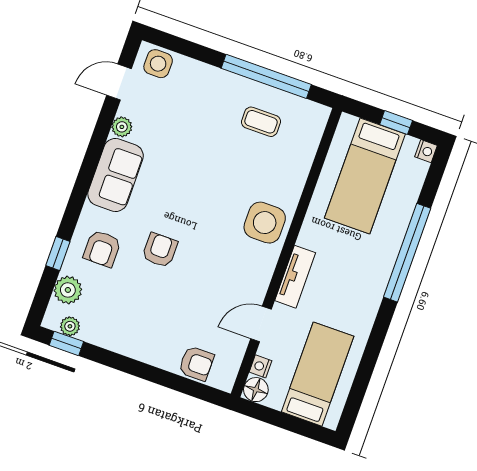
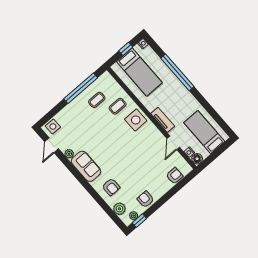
coffee table: (272, 170) -> (118, 106), added
armchair: (160, 250) -> (145, 199), moved
window: (58, 253) -> (103, 205), removed

